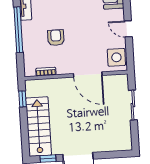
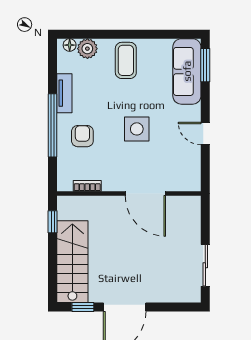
armchair: (56, 38) -> (82, 136), moved
side table: (116, 57) -> (137, 129), moved
sliding door: (133, 105) -> (205, 265), moved

